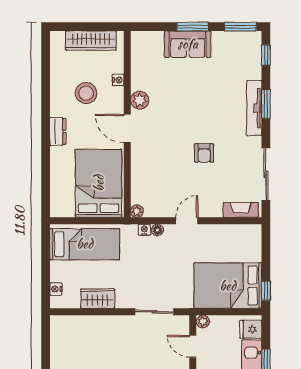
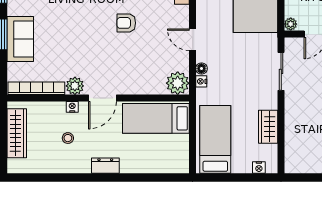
bookcase: (137, 61) -> (36, 88), added
nightstand: (118, 80) -> (72, 107), moved
stool: (86, 93) -> (68, 138), width x0.53, depth x0.53
armchair: (204, 153) -> (126, 23), turned 180
bed: (99, 183) -> (156, 118), width x0.67
plant: (137, 211) -> (178, 83), width x1.87, depth x1.87

